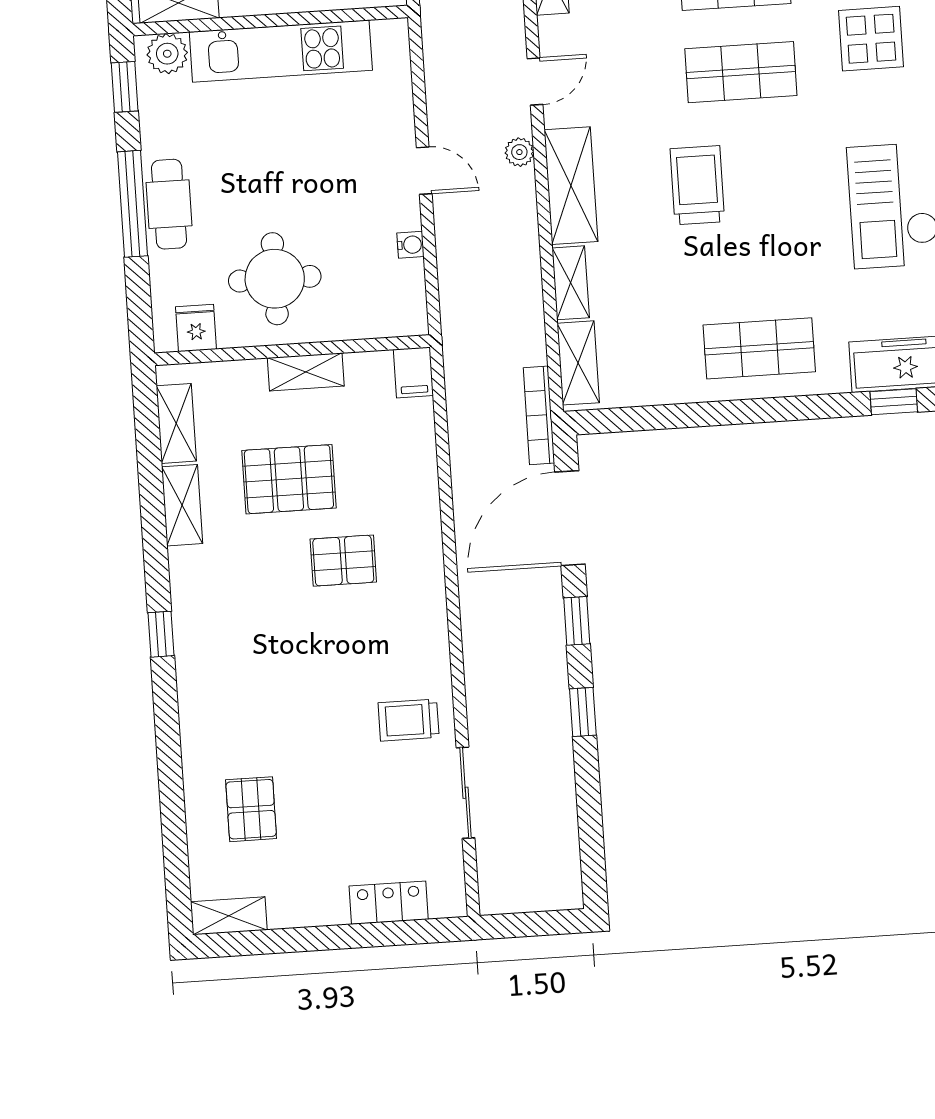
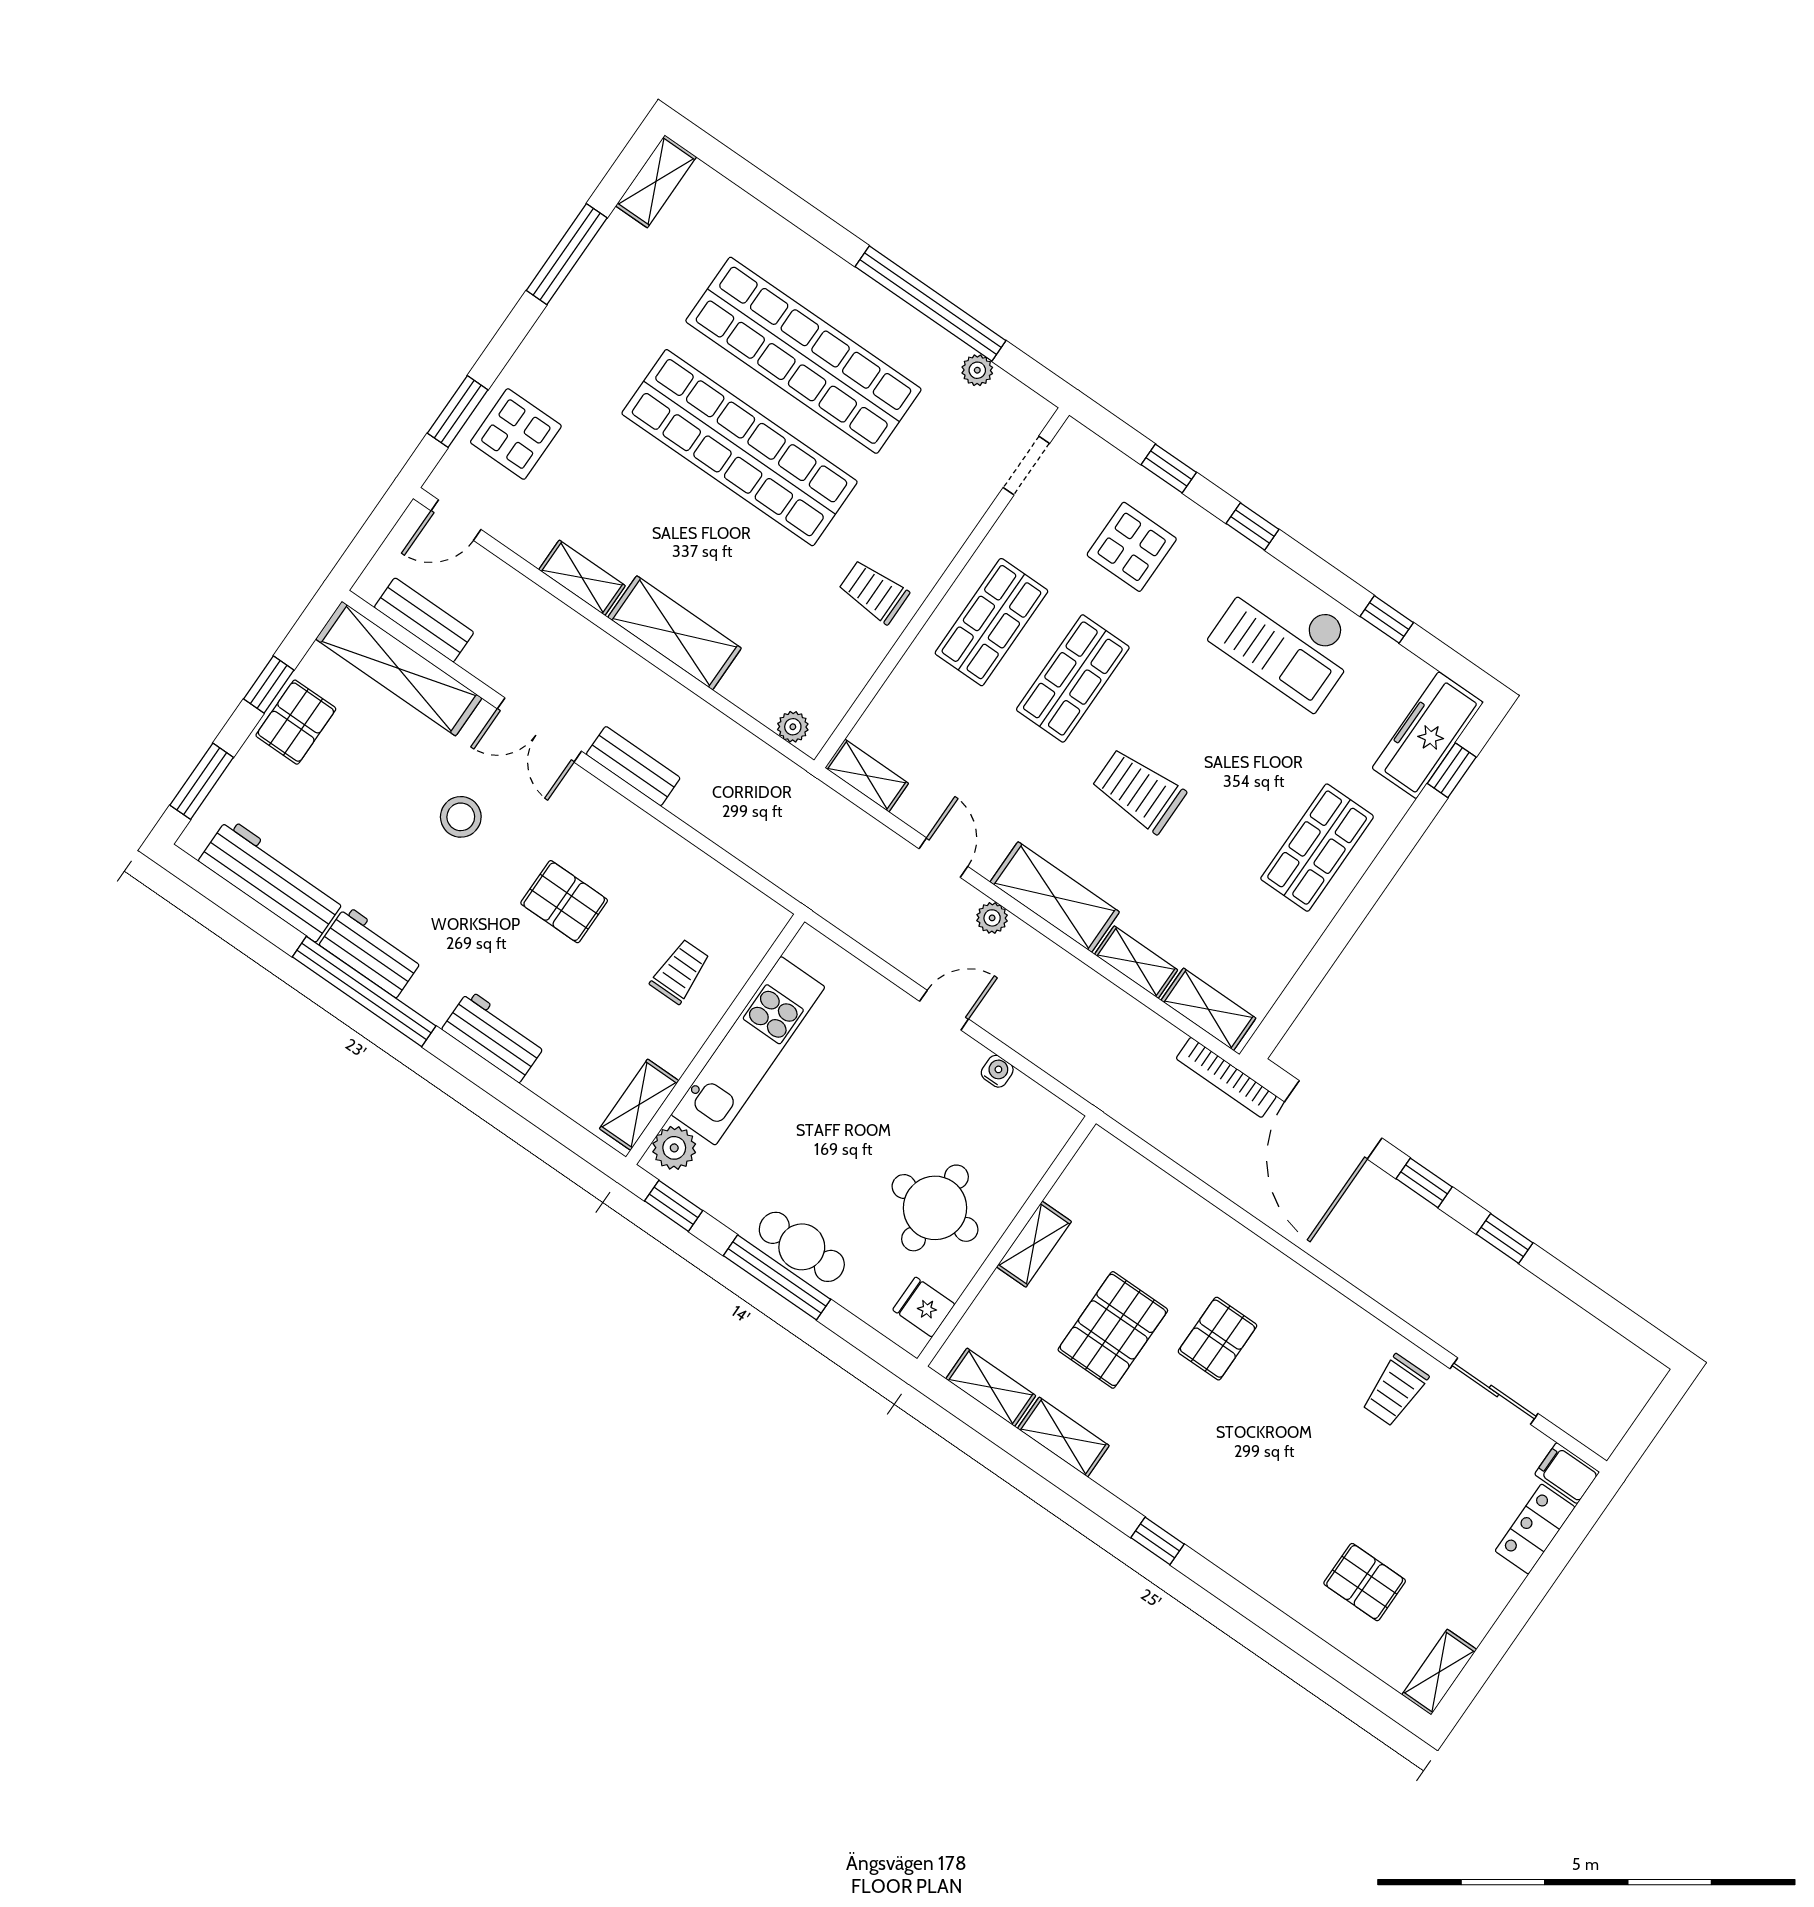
filing cabinet: (413, 372) -> (1567, 1473), moved, turned 180

